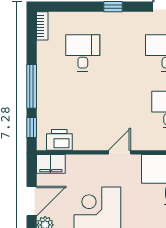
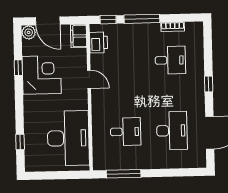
bookcase: (42, 26) -> (173, 27), moved
door: (120, 152) -> (89, 79), moved

